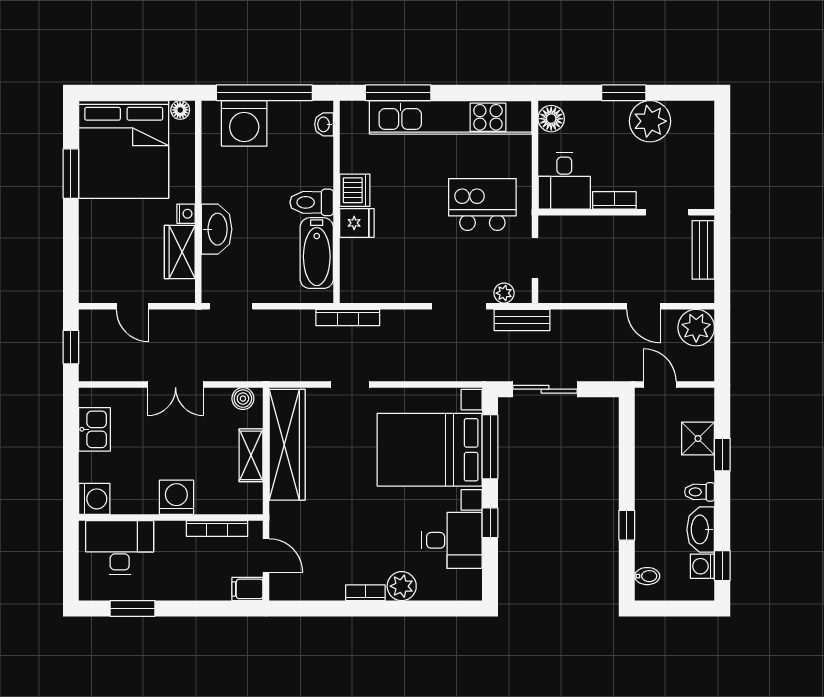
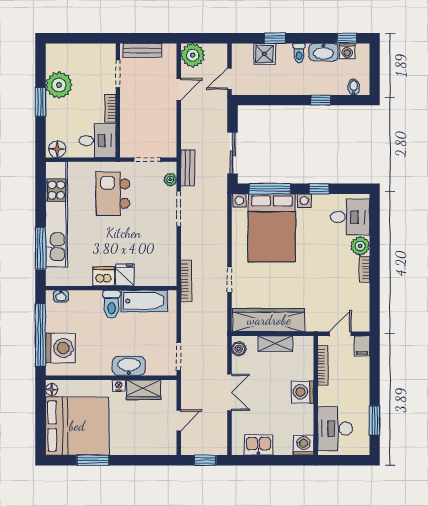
desk: (452, 540) -> (350, 217), moved, turned 90

